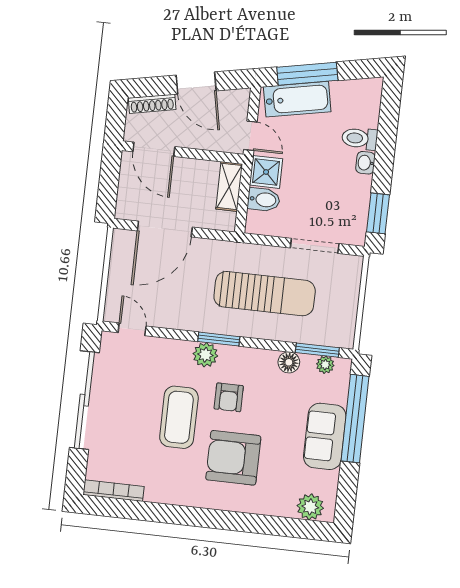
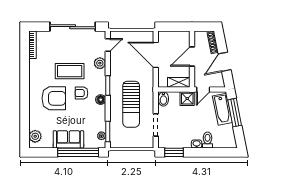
door: (154, 149) -> (192, 56), moved
bidet: (264, 200) -> (163, 99), moved
plant: (205, 355) -> (100, 63), moved
floor lamp: (289, 362) -> (101, 100), moved
armchair: (233, 458) -> (54, 98), turned 90

